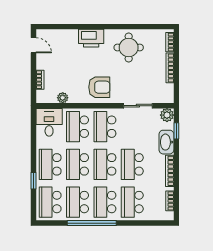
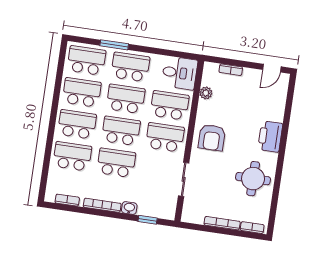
plant: (167, 115) -> (168, 212), removed
washbasin: (166, 142) -> (129, 208), width x0.52, depth x0.69
window: (34, 181) -> (114, 45), width x1.50
window: (92, 223) -> (55, 105), removed

